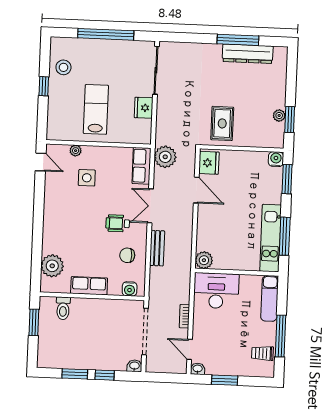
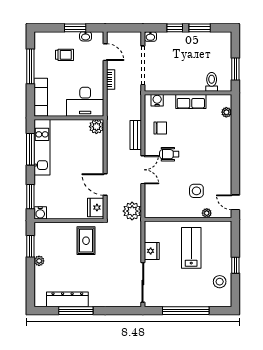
lab bench: (96, 109) -> (191, 248), turned 180
plant: (279, 116) -> (39, 261), moved
row of seats: (141, 166) -> (152, 203), removed
wheelchair: (118, 223) -> (169, 154), turned 180
plant: (52, 266) -> (226, 112), width x0.53, depth x0.53
trolley: (262, 353) -> (64, 55), moved
washbasin: (198, 369) -> (86, 36), moved

